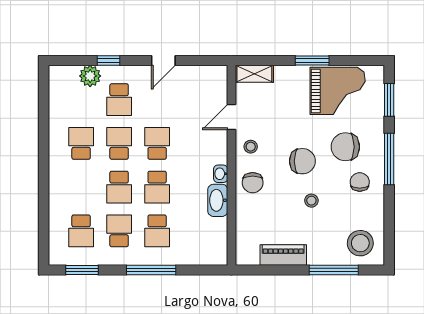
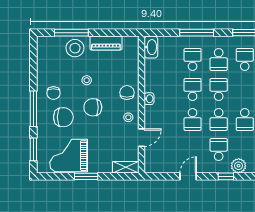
washbasin: (218, 200) -> (151, 47), moved
stool: (360, 243) -> (75, 48), moved

